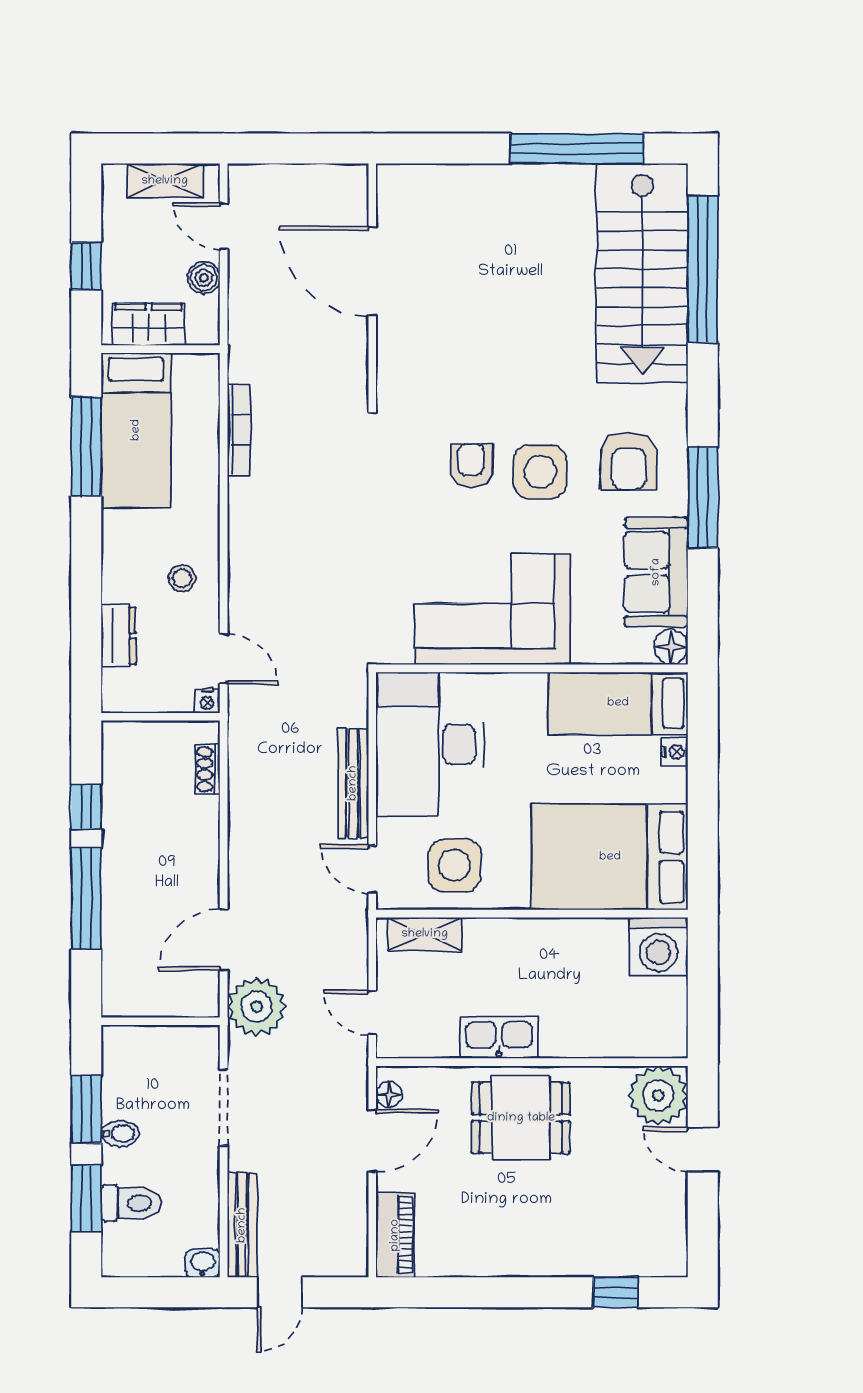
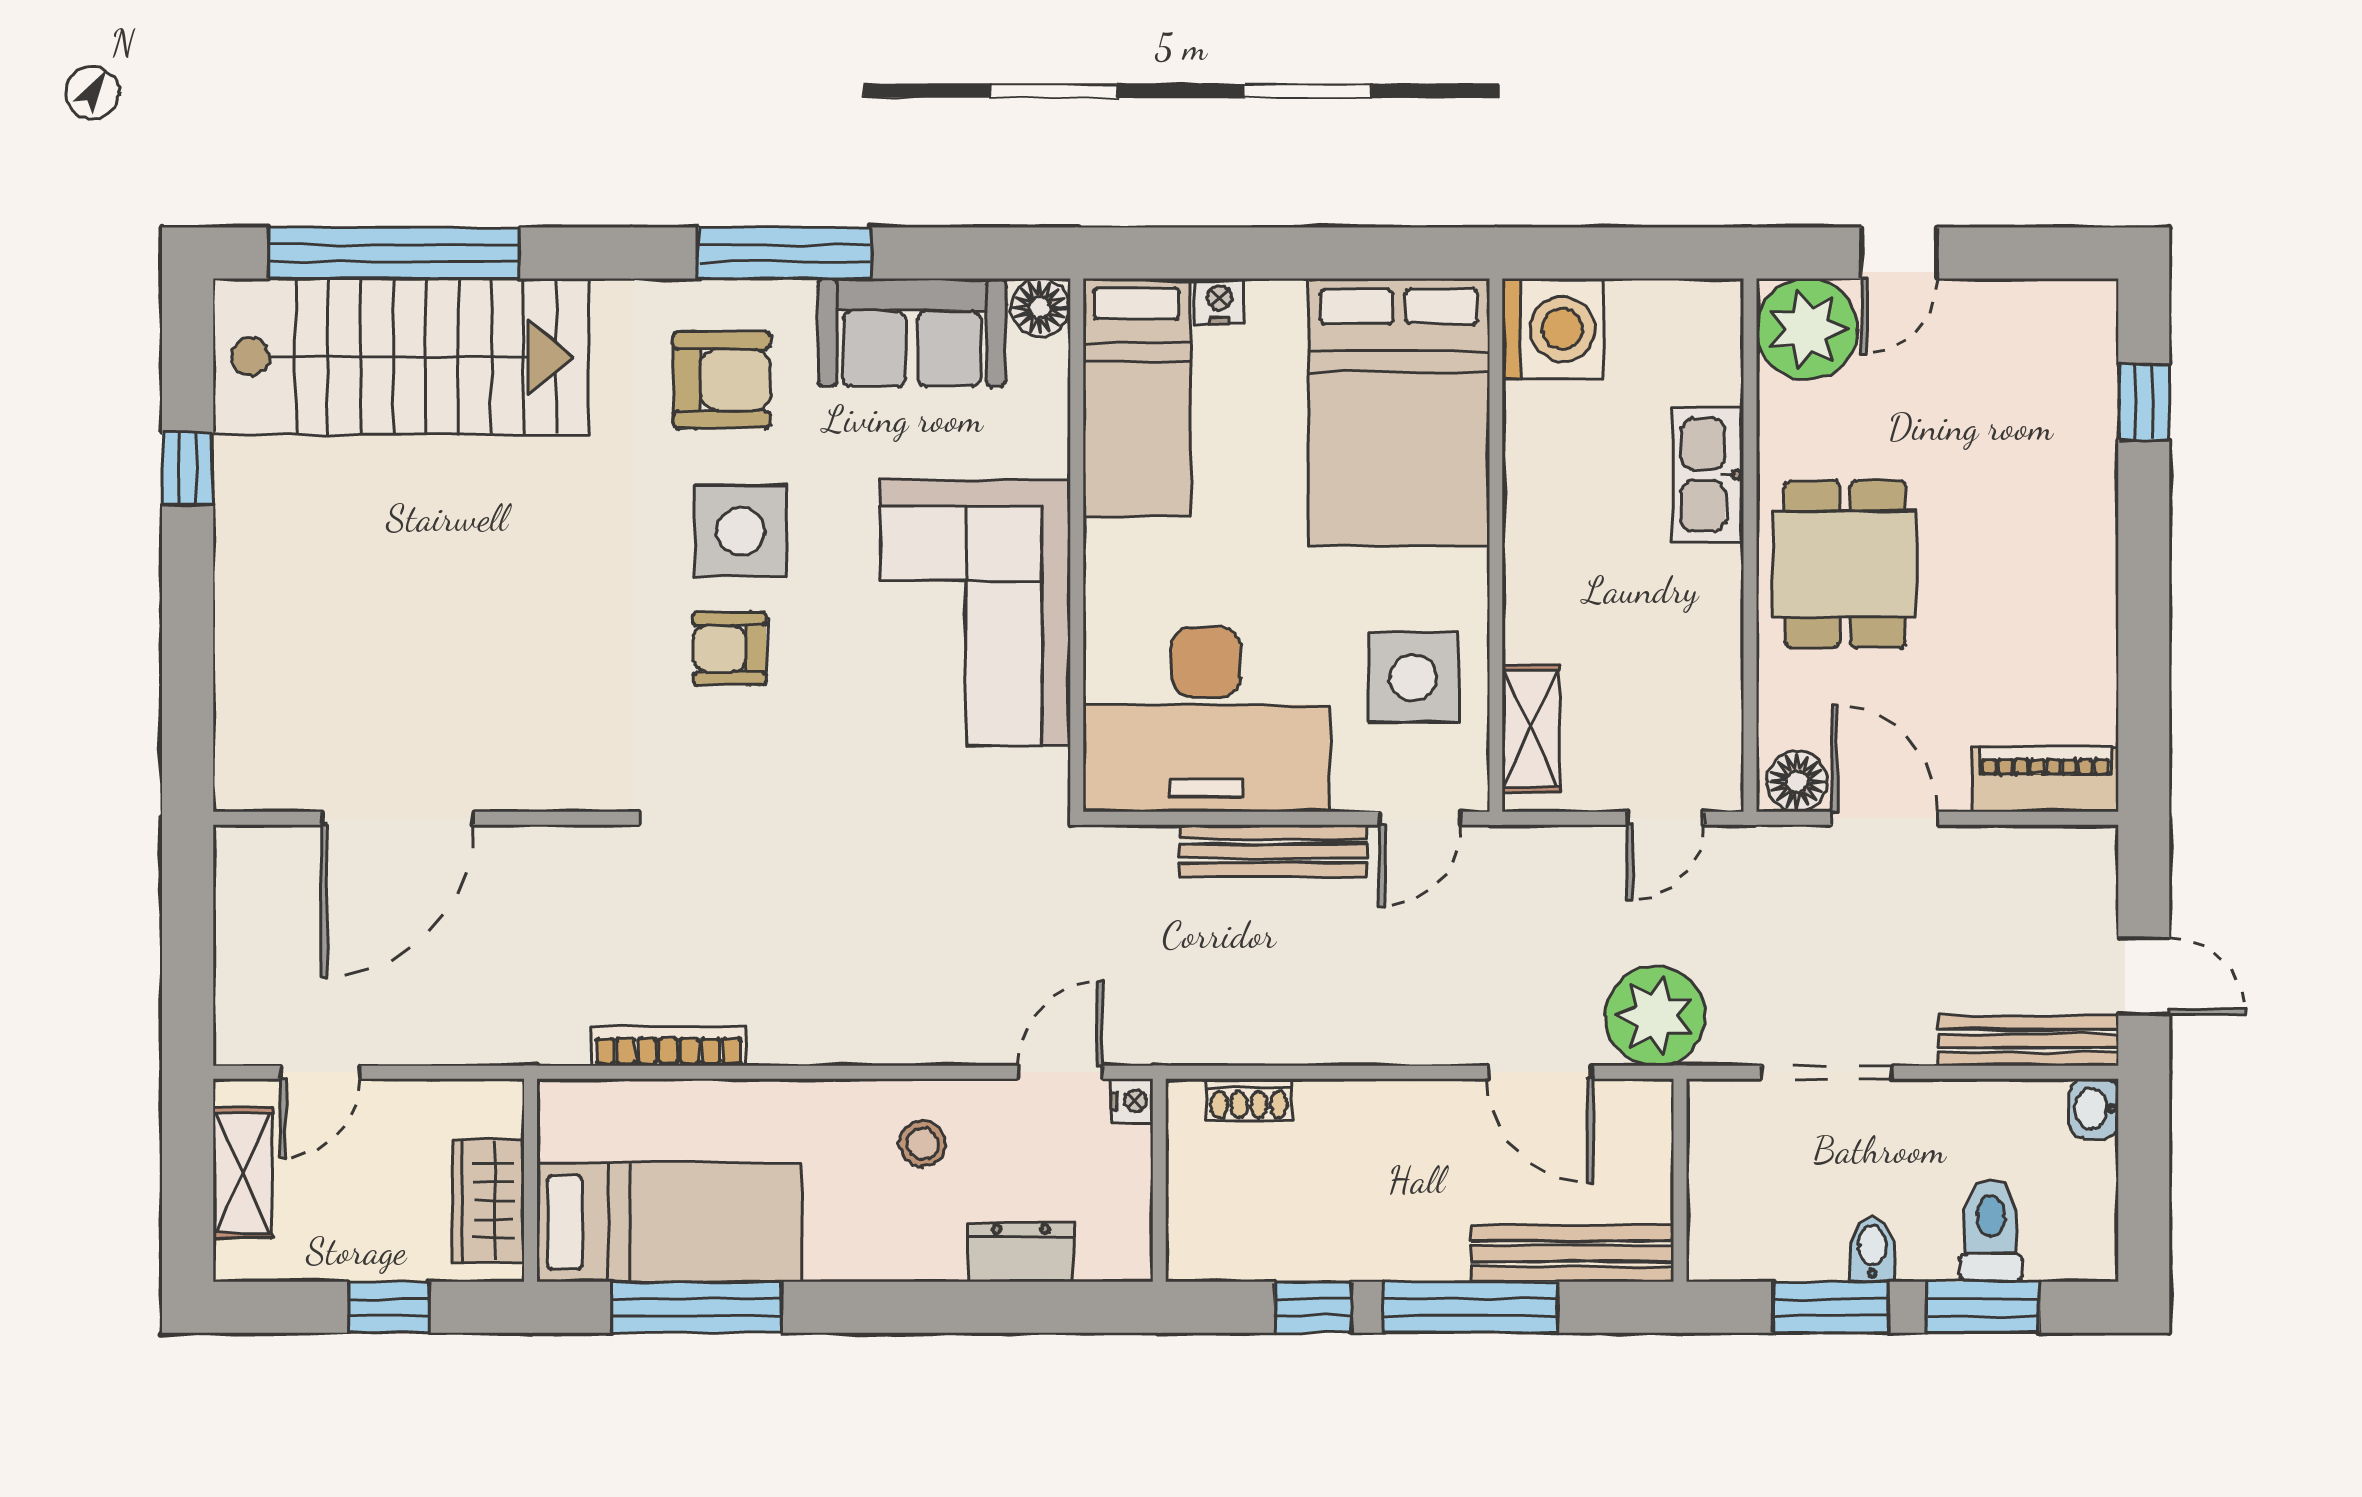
window: (577, 149) -> (188, 468), width x0.32
boiler: (204, 278) -> (409, 1106), removed
bench: (118, 958) -> (1572, 1253), added
kitchen sink: (499, 1038) -> (1708, 475), moved
floor lamp: (389, 1095) -> (1797, 781), width x1.37, depth x1.37

